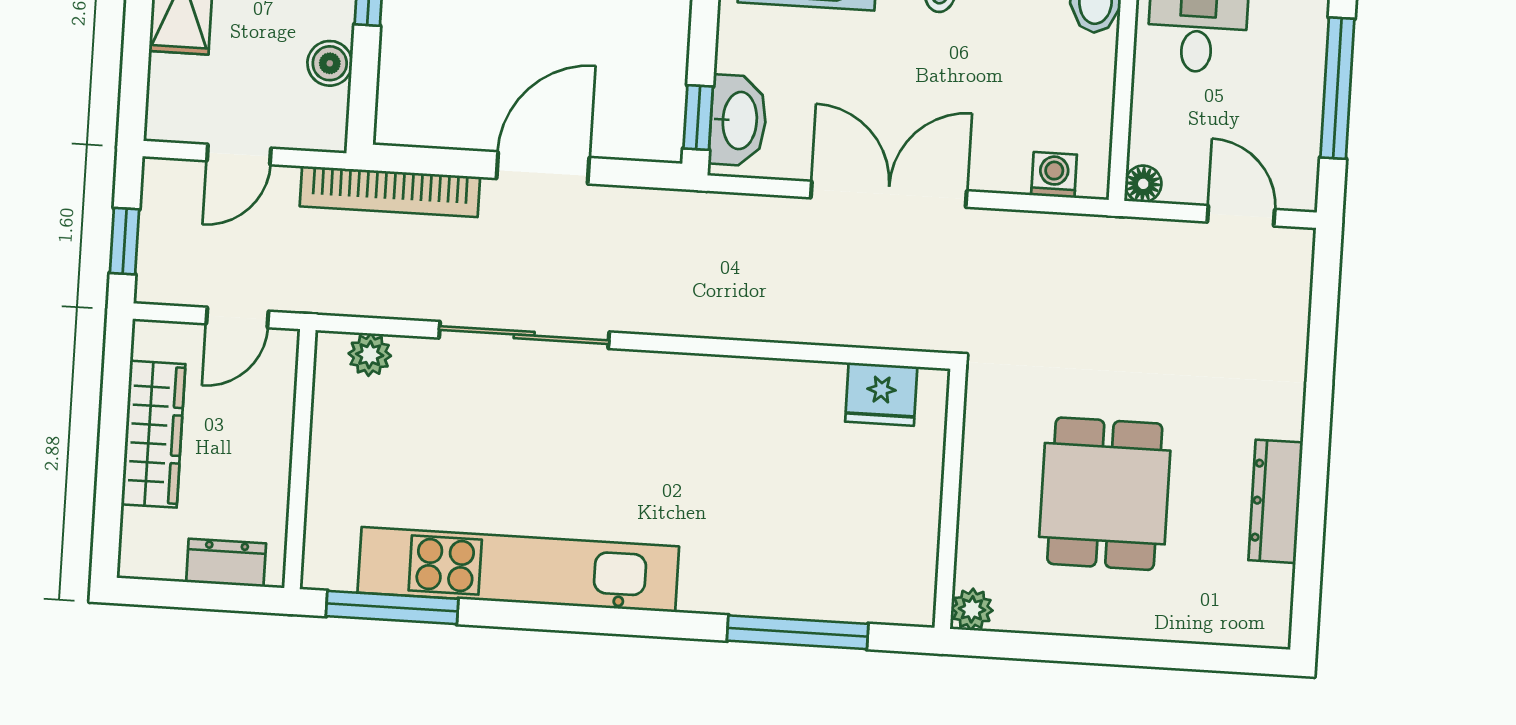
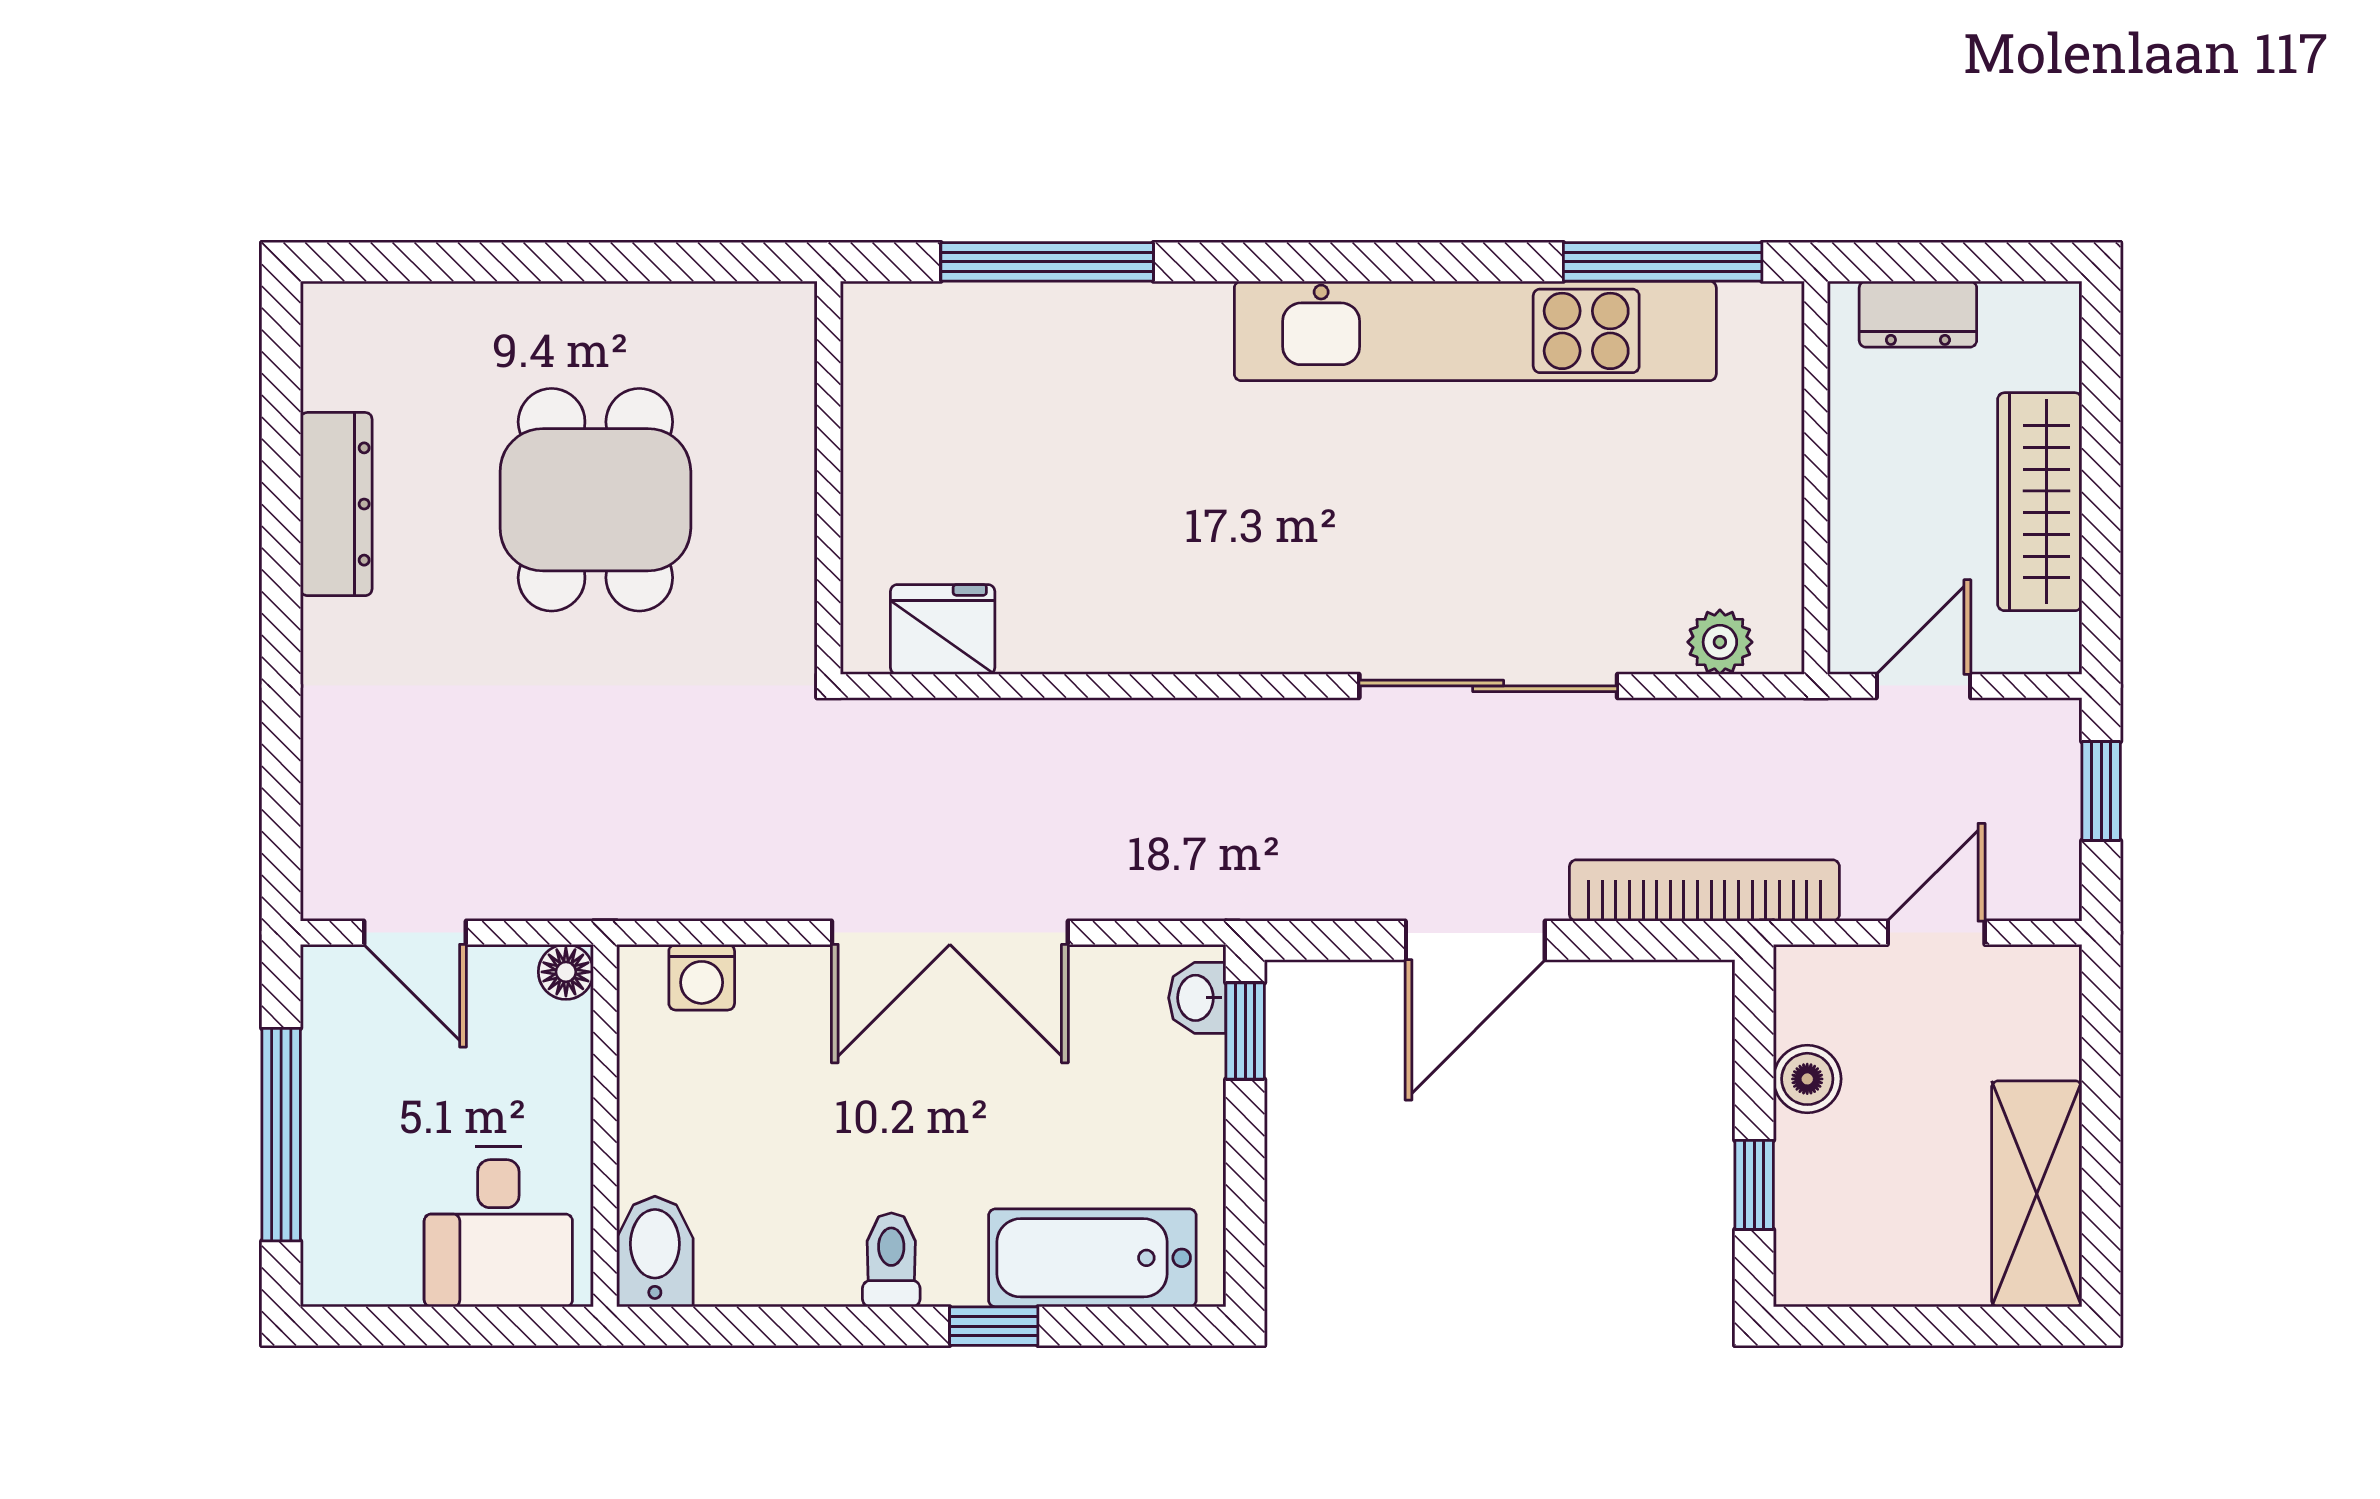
washbasin: (738, 120) -> (1197, 998), width x0.52, depth x0.69
plant: (972, 609) -> (786, 313), removed

